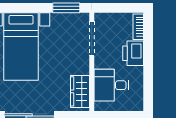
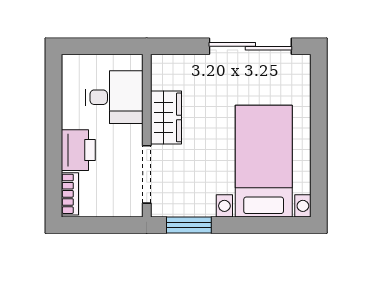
wardrobe: (80, 91) -> (166, 117), moved

